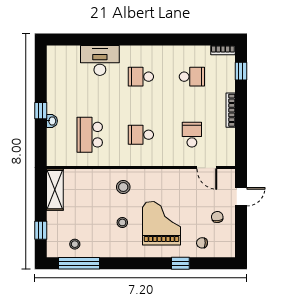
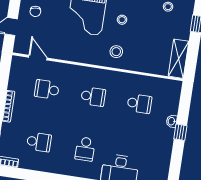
school desk: (141, 77) -> (85, 149), turned 90
school desk: (192, 77) -> (39, 142), turned 180
school desk: (90, 135) -> (139, 104), width x0.54
school desk: (192, 135) -> (47, 89), turned 90

